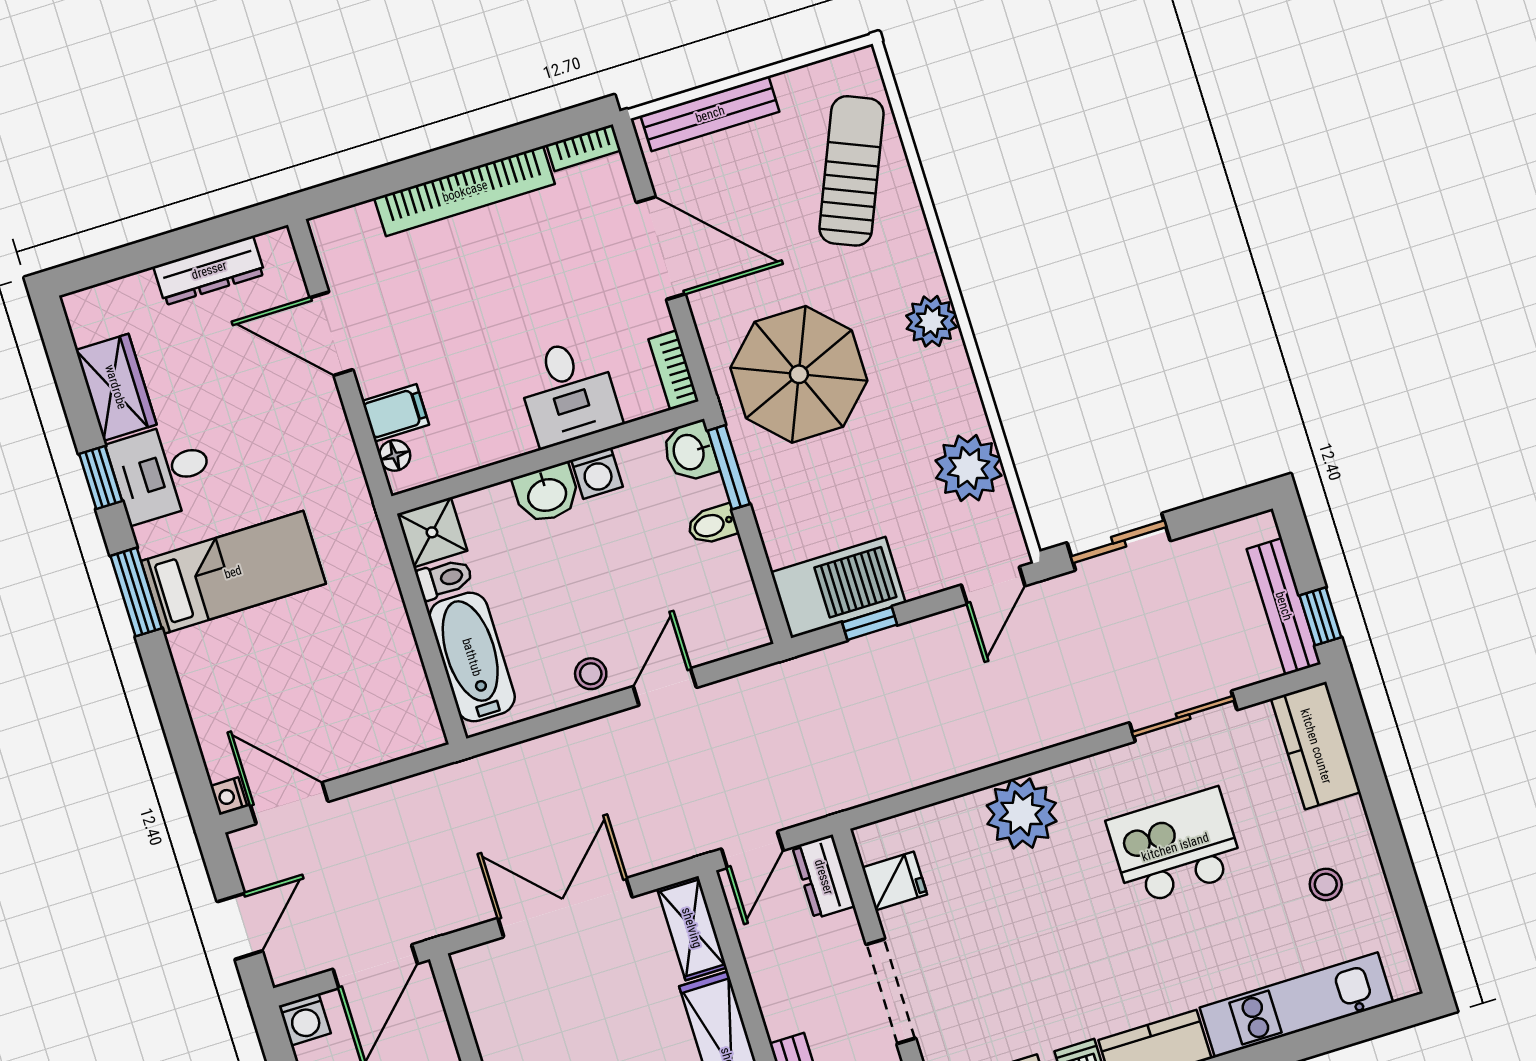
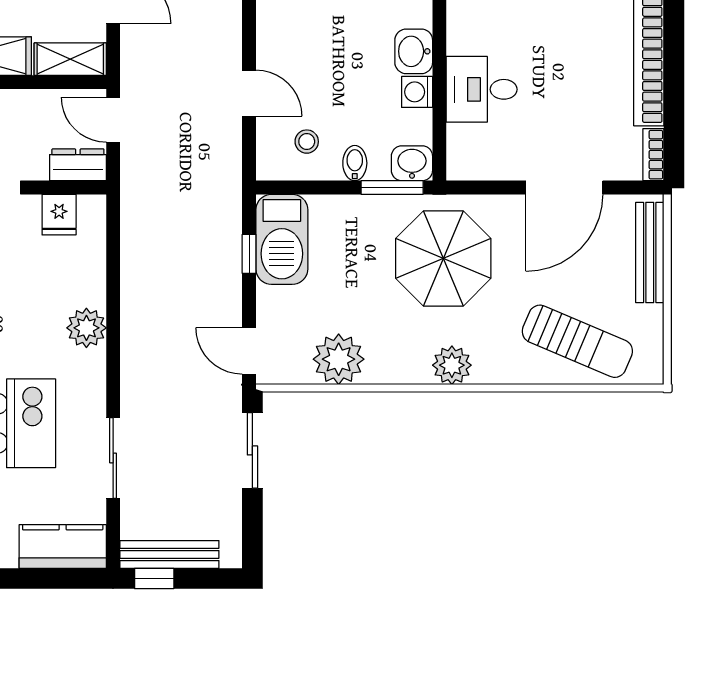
bookcase: (674, 370) -> (474, 170), removed
stool: (591, 674) -> (307, 142), moved
plant: (1022, 813) -> (86, 328), width x0.73, depth x0.73

